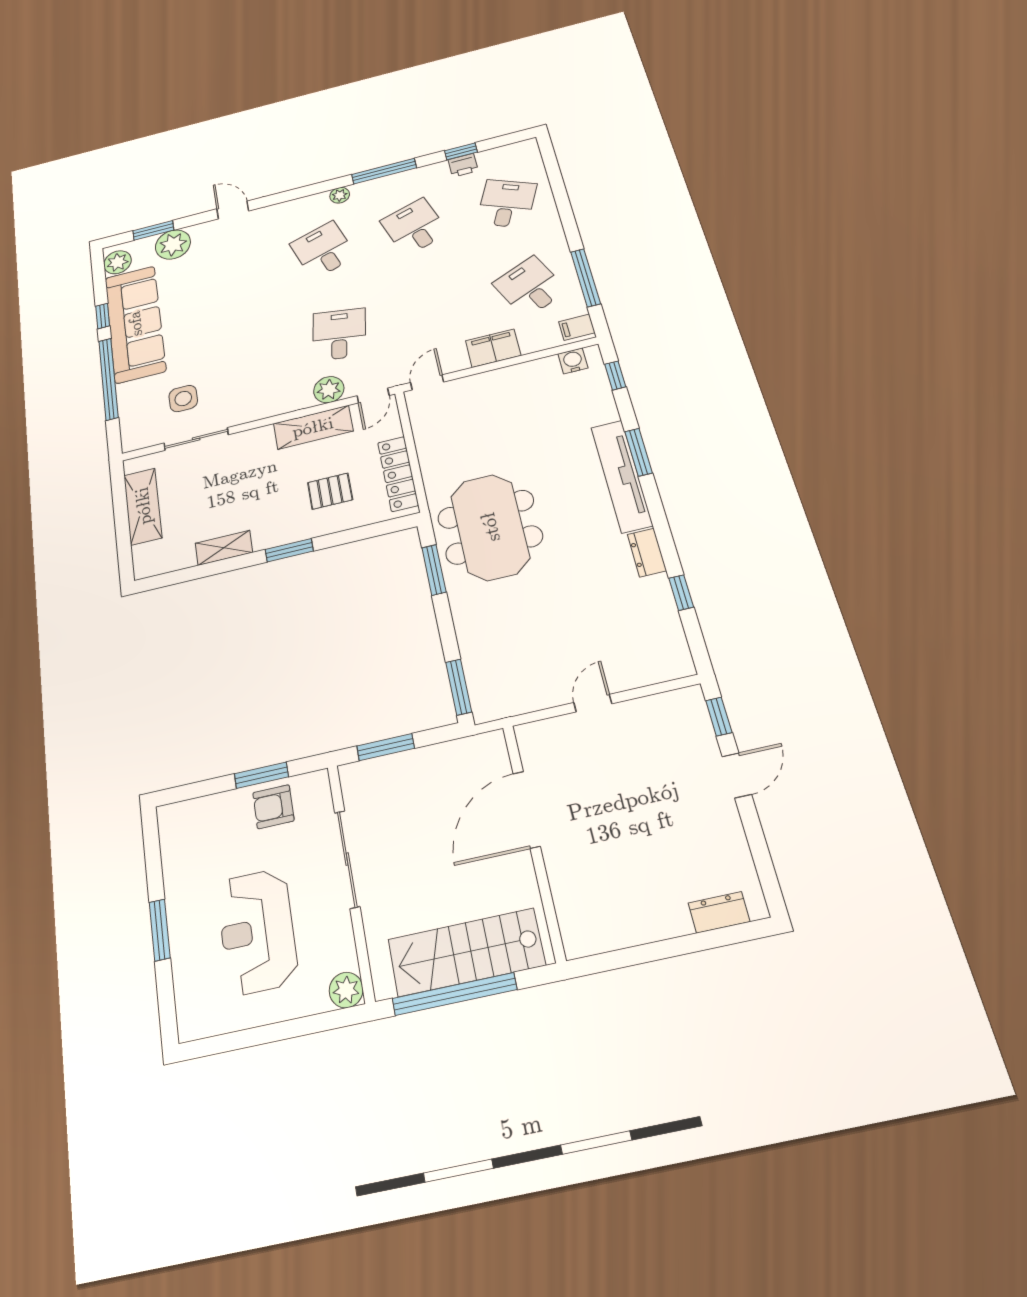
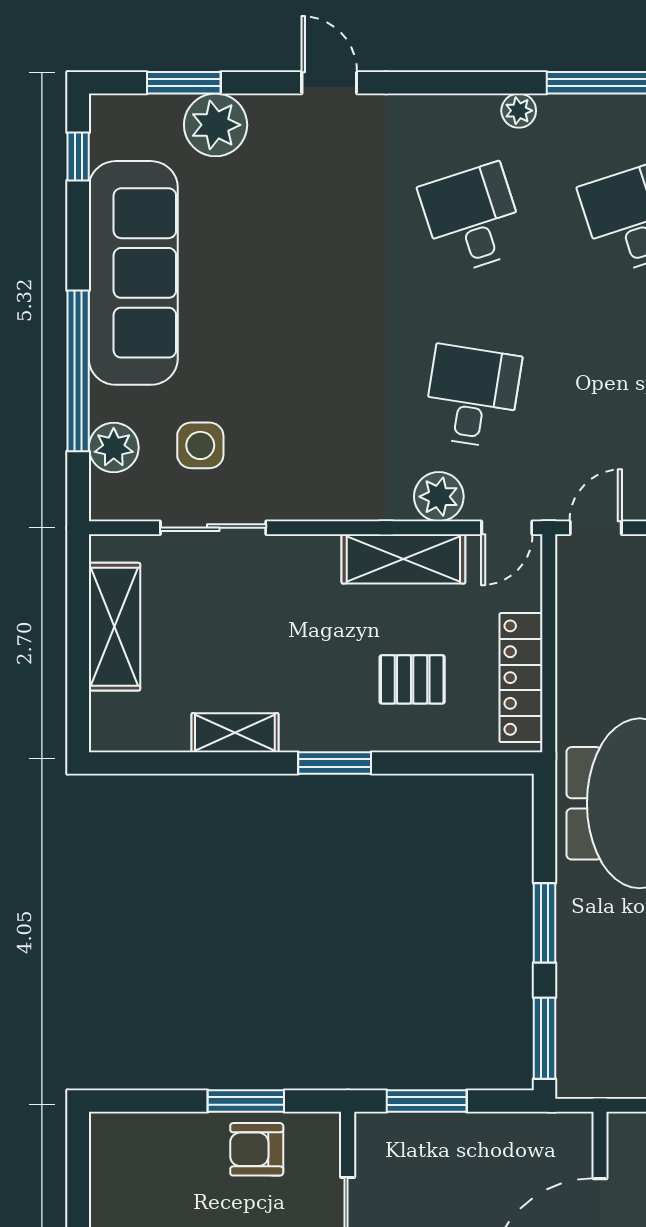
plant: (117, 262) -> (114, 448), moved
window: (103, 316) -> (78, 157), moved
window: (434, 570) -> (544, 923), moved

